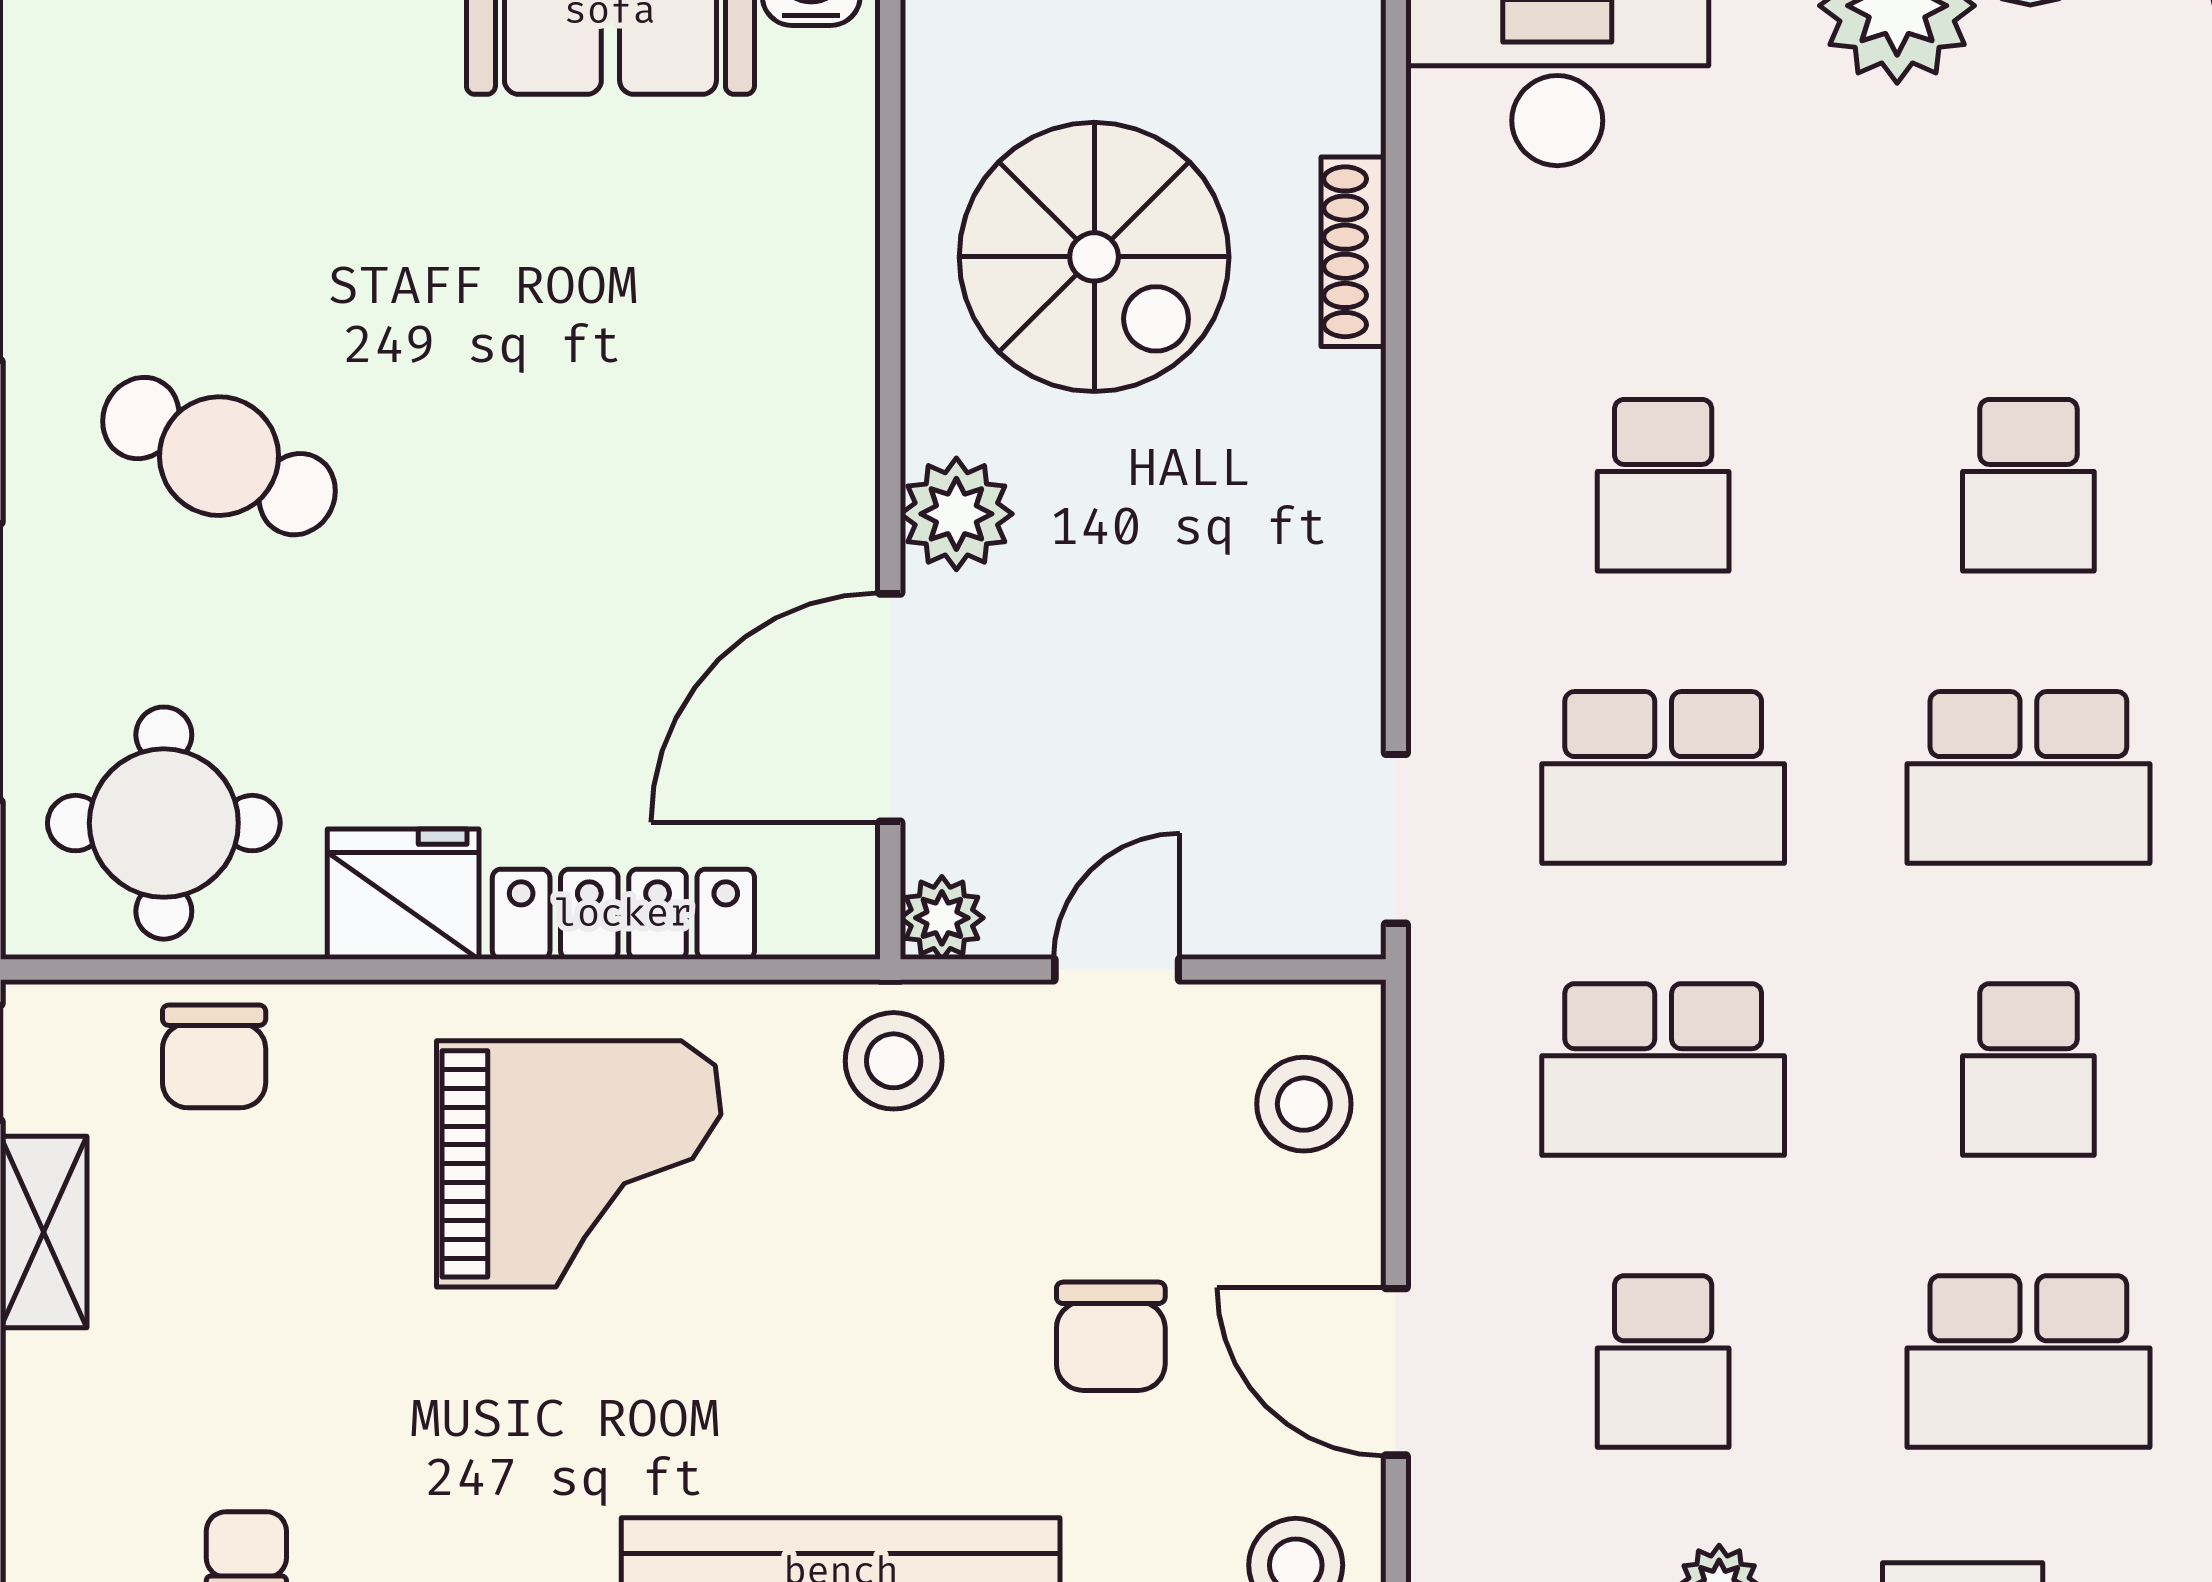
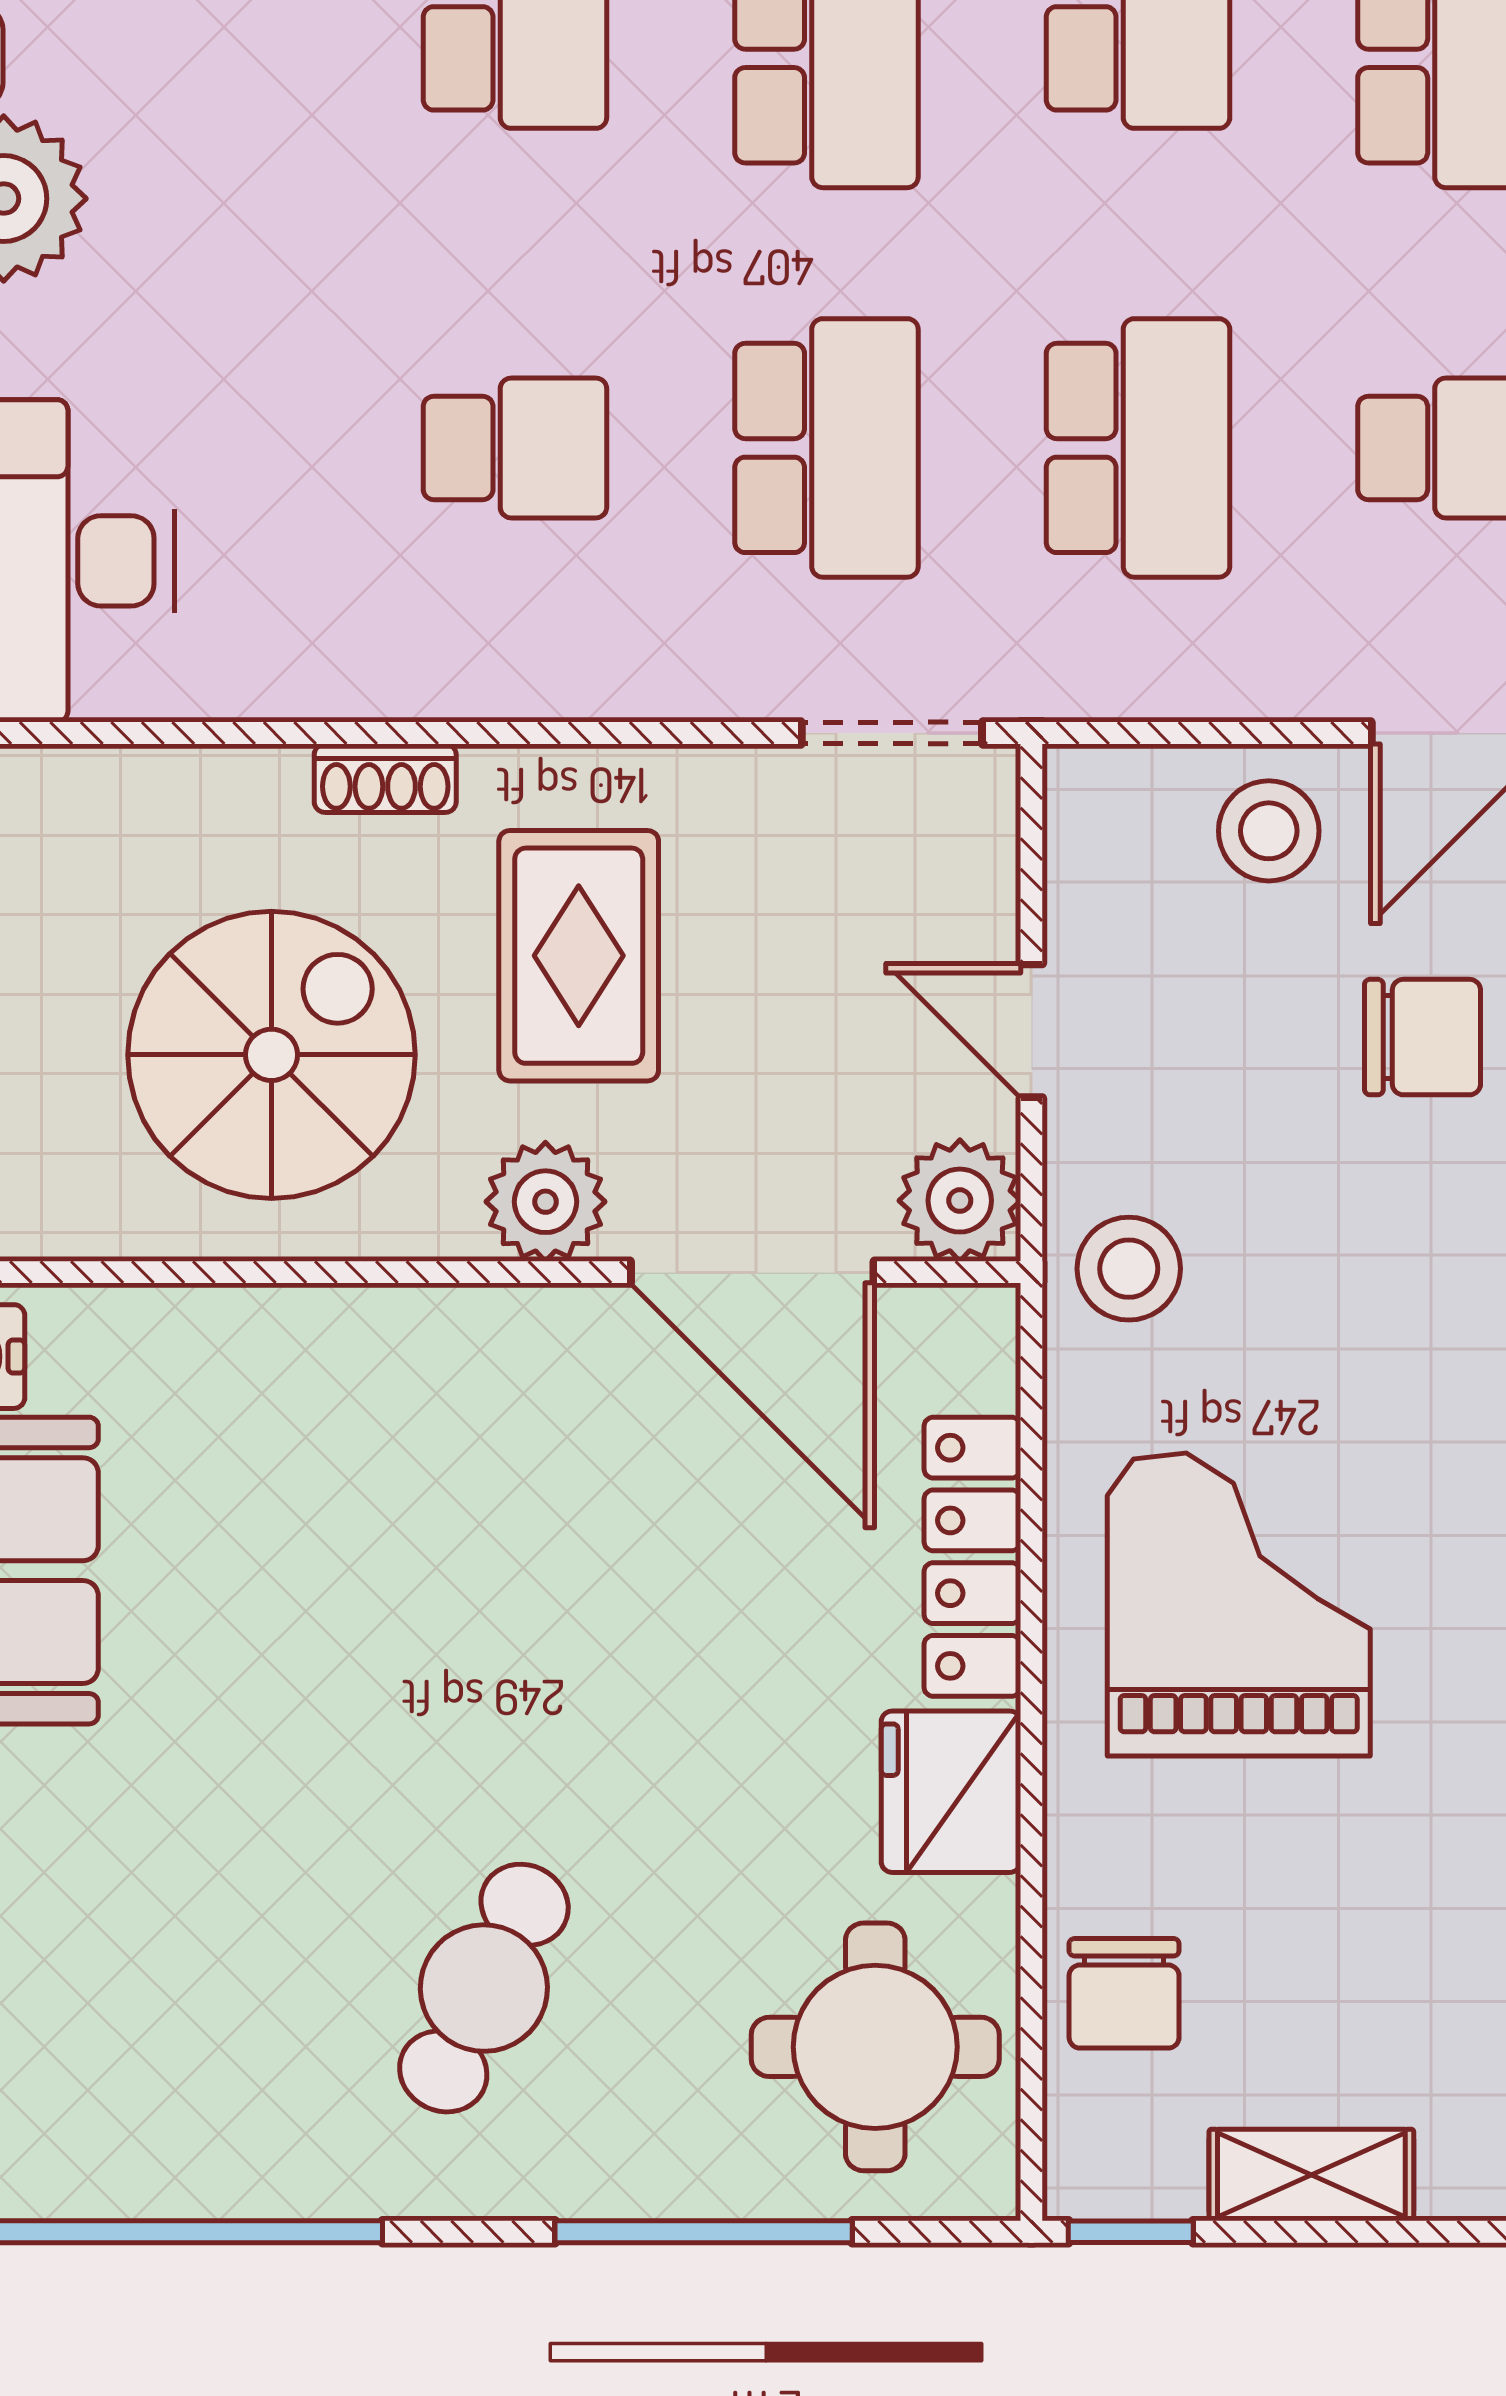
shoe rack: (1353, 252) -> (385, 778), moved, width x0.70
rug: (1187, 545) -> (579, 956), added
plant: (942, 918) -> (960, 1201), width x1.38, depth x1.38
chair: (214, 1056) -> (1124, 1993), turned 90
stool: (1304, 1104) -> (1269, 831), moved

